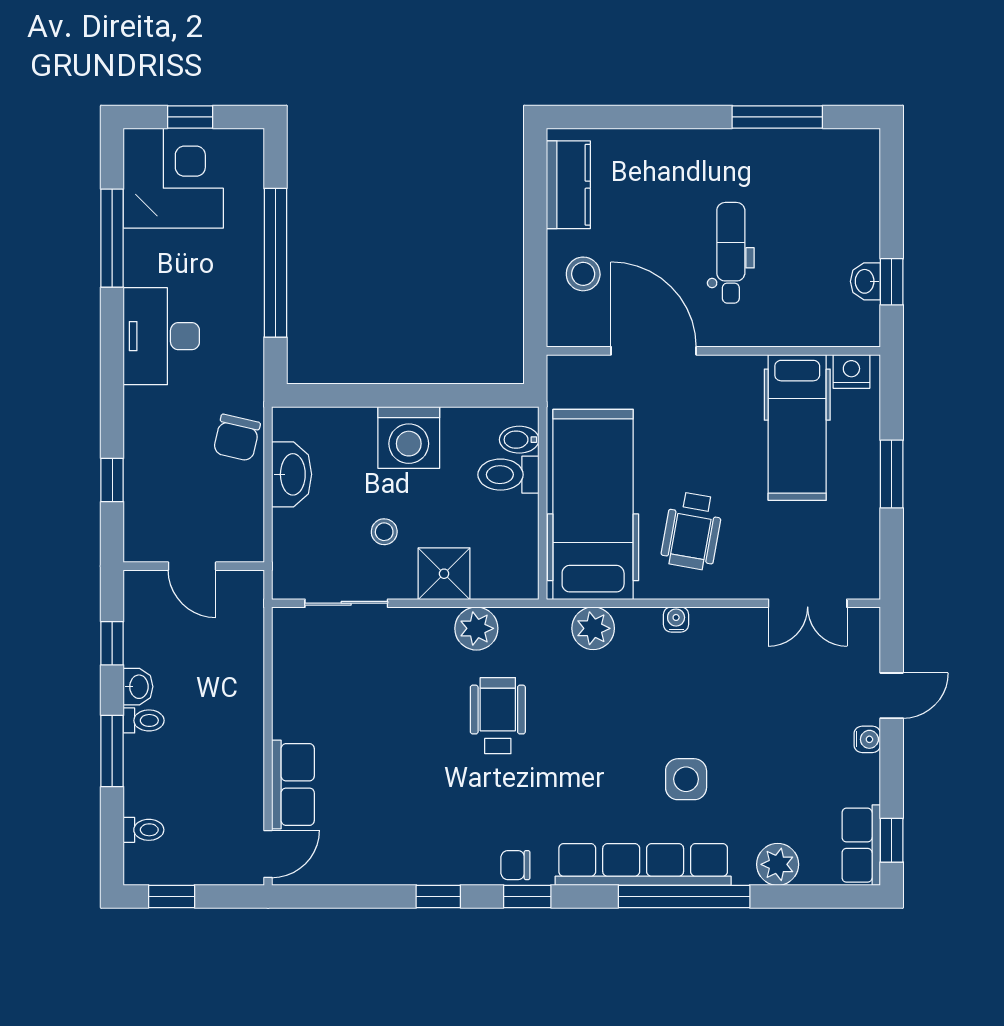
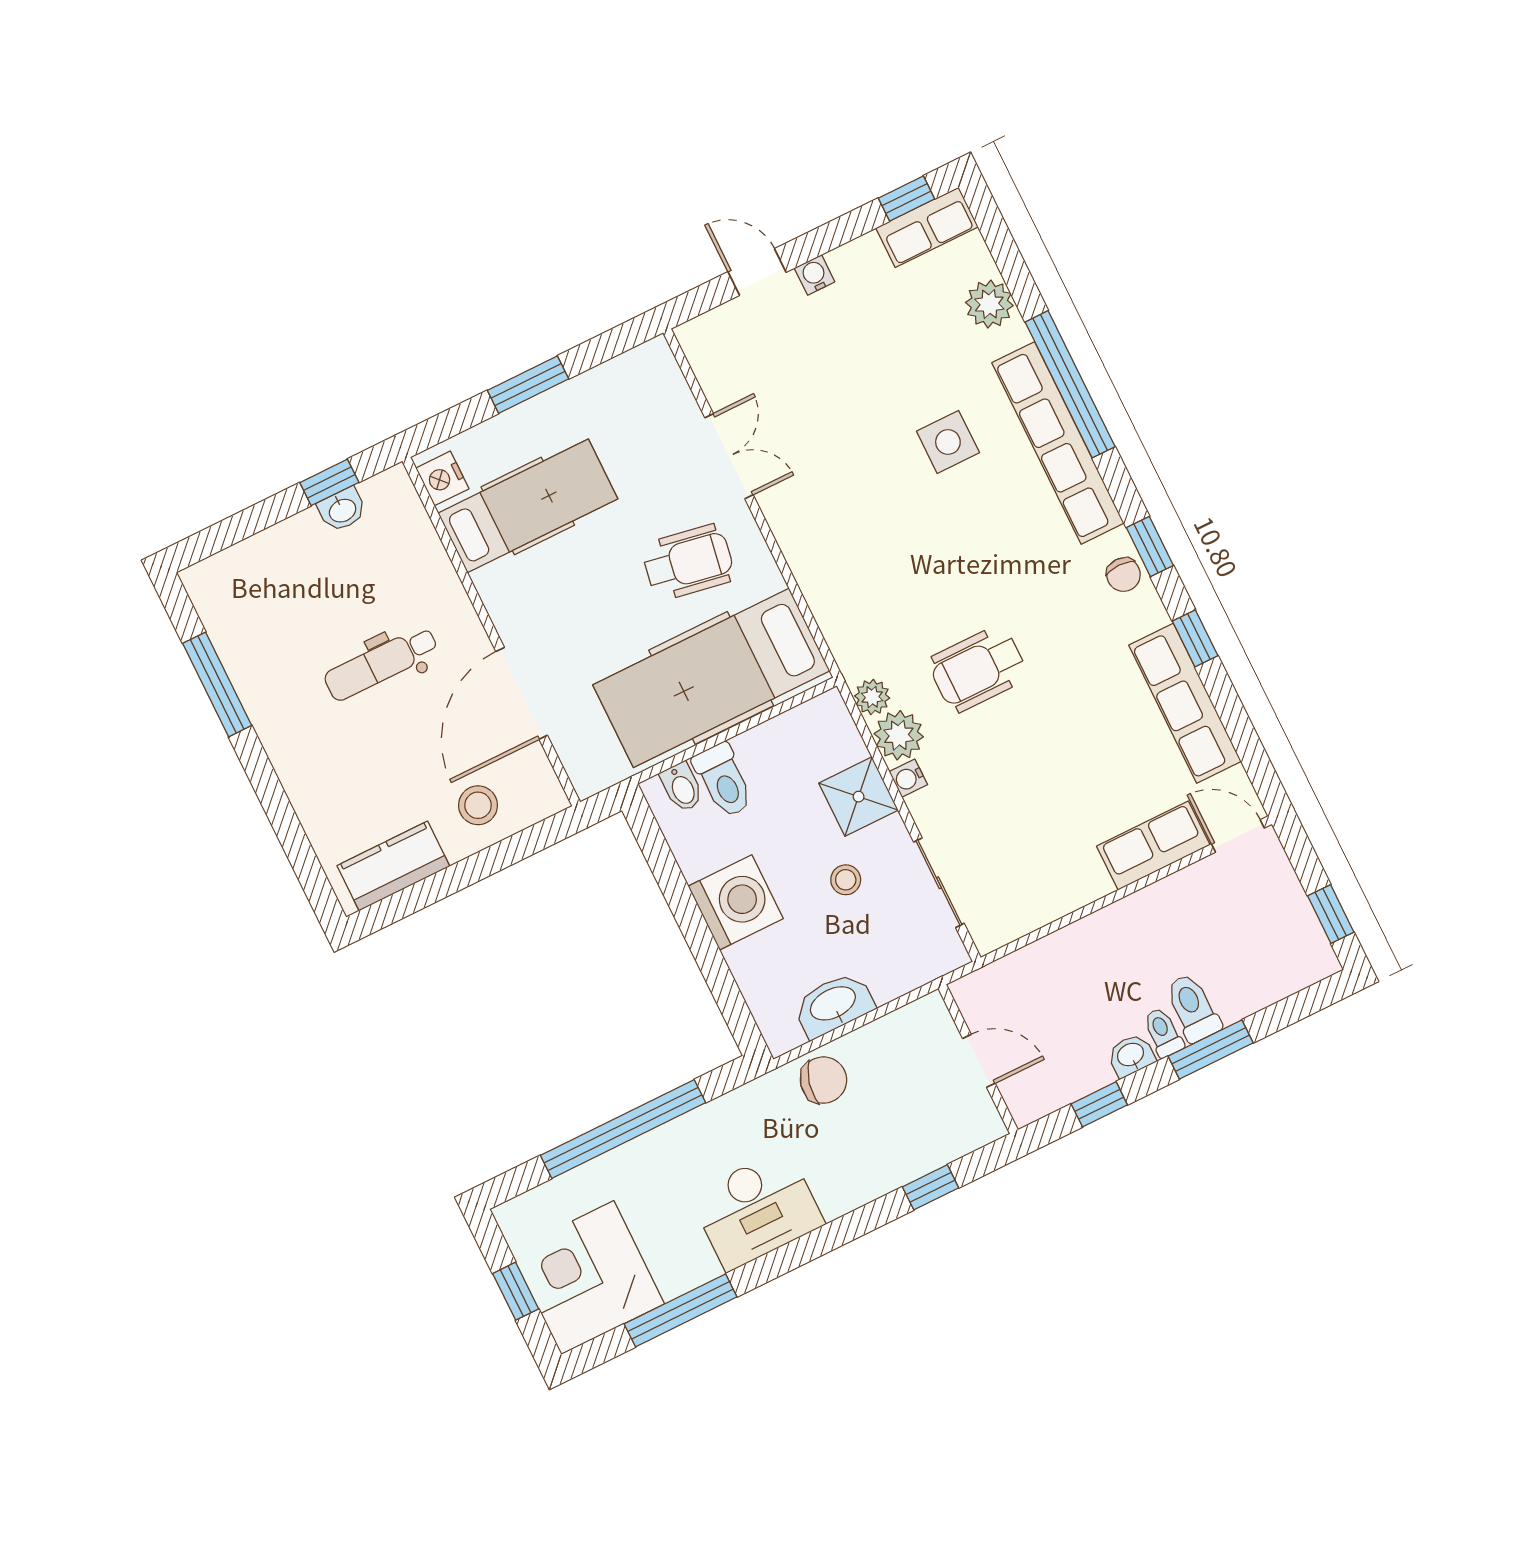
door: (192, 566) -> (979, 1061), hinge flipped
double door: (808, 603) -> (729, 456), moved
water cooler: (676, 619) -> (908, 778), moved
plant: (593, 628) -> (872, 697), moved, width x0.73, depth x0.73
toilet: (144, 830) -> (1193, 1008), moved, width x1.37, depth x1.39
row of seats: (392, 864) -> (1185, 703), added

